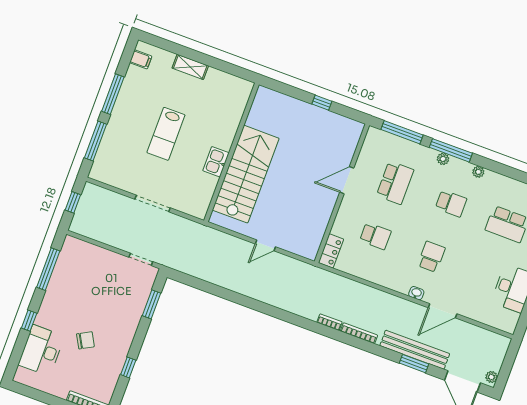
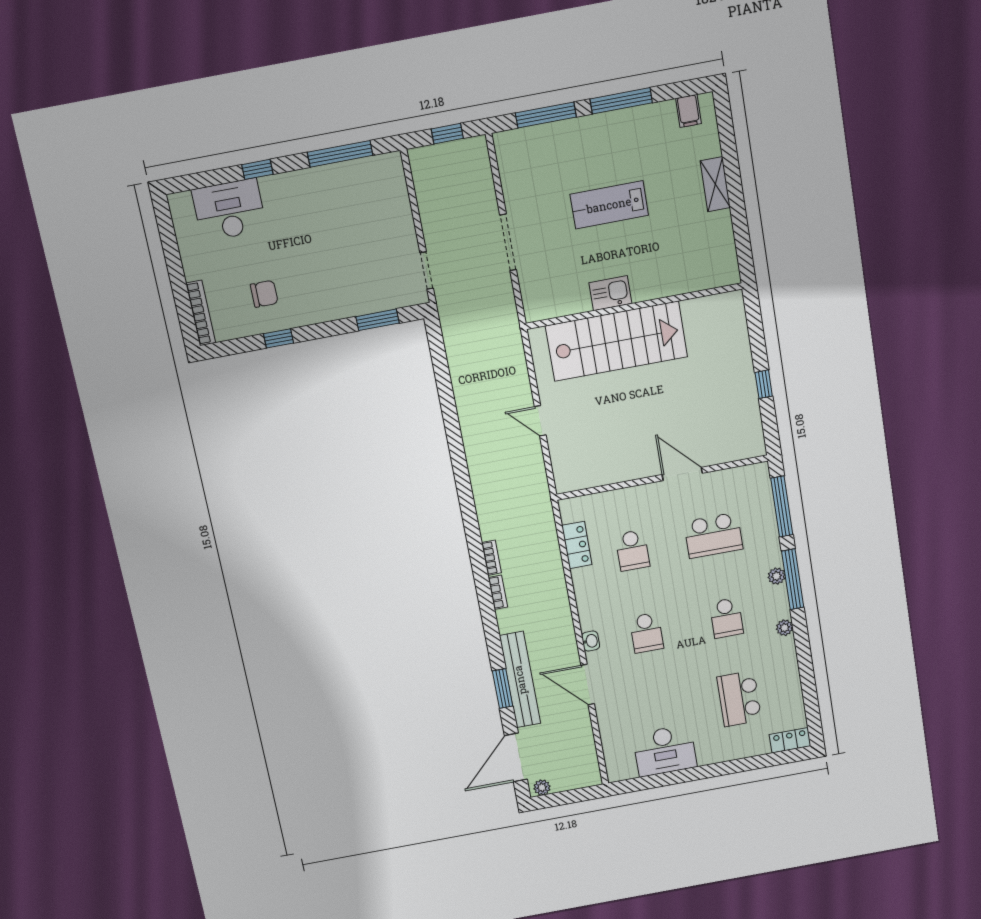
locker: (331, 251) -> (577, 545), moved, turned -90
school desk: (431, 257) -> (646, 633), turned 90
bookcase: (359, 333) -> (498, 592), width x0.64
chair: (85, 340) -> (264, 294), moved, turned -61

